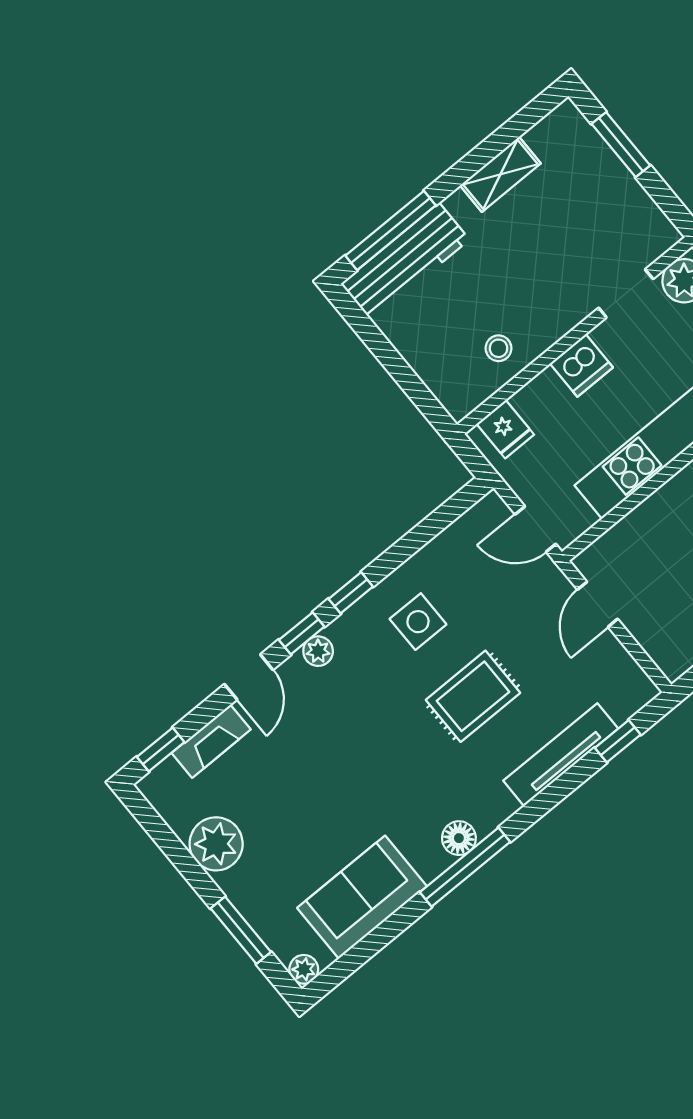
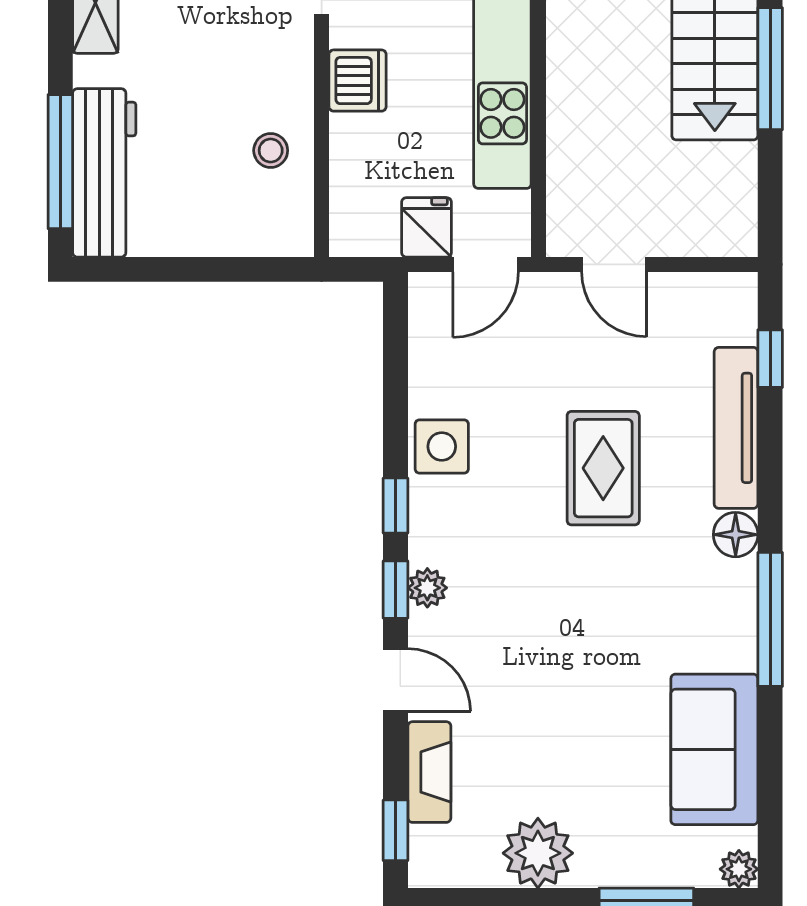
fridge: (505, 429) -> (427, 227), moved, turned -90
side table: (418, 622) -> (442, 446), moved
floor lamp: (459, 838) -> (736, 535), moved

